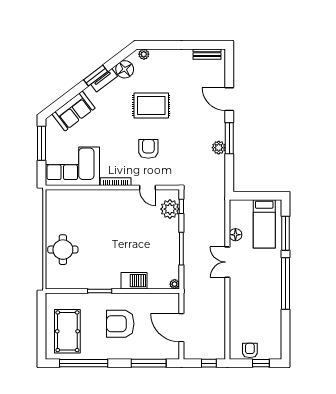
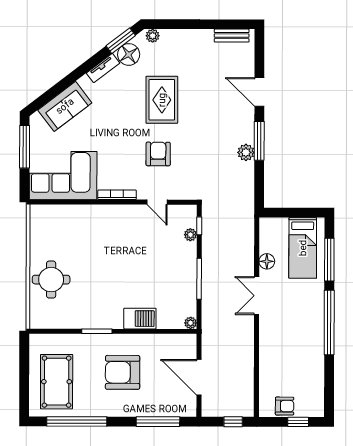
window: (96, 76) -> (121, 41), moved
rug: (151, 106) -> (162, 100), turned 90
plant: (170, 209) -> (190, 235), width x0.53, depth x0.53
armchair: (250, 350) -> (285, 406), turned 90

